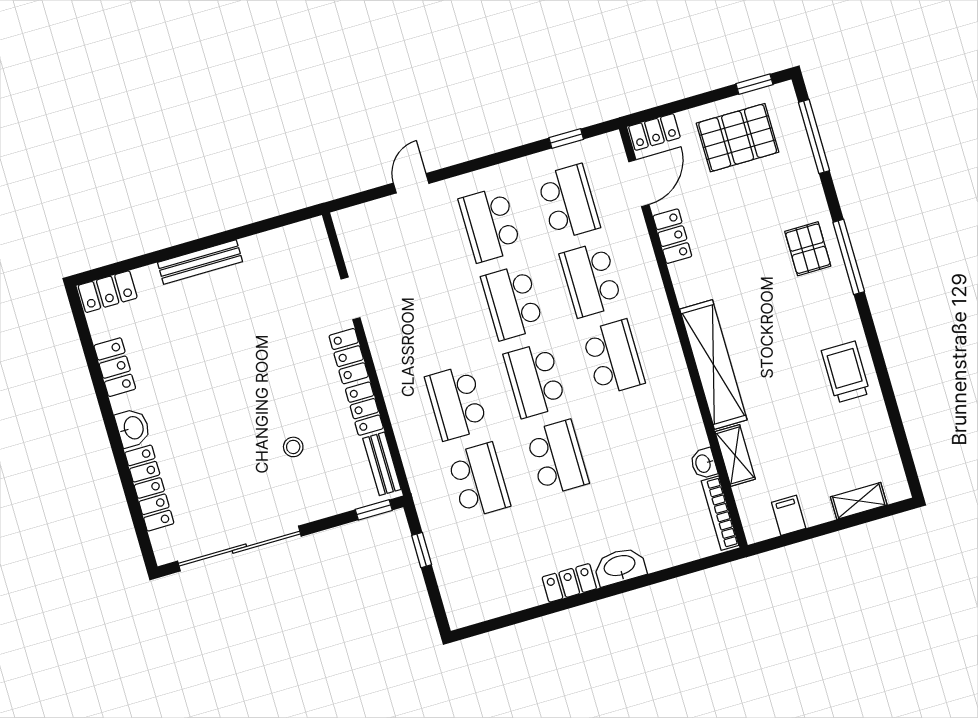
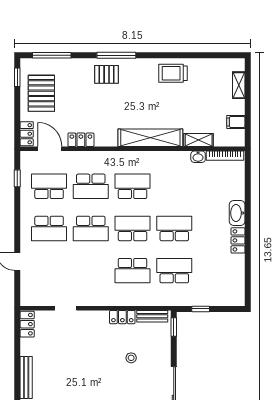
locker: (349, 356) -> (27, 324), moved, turned -90
school desk: (535, 380) -> (133, 228), turned 180

